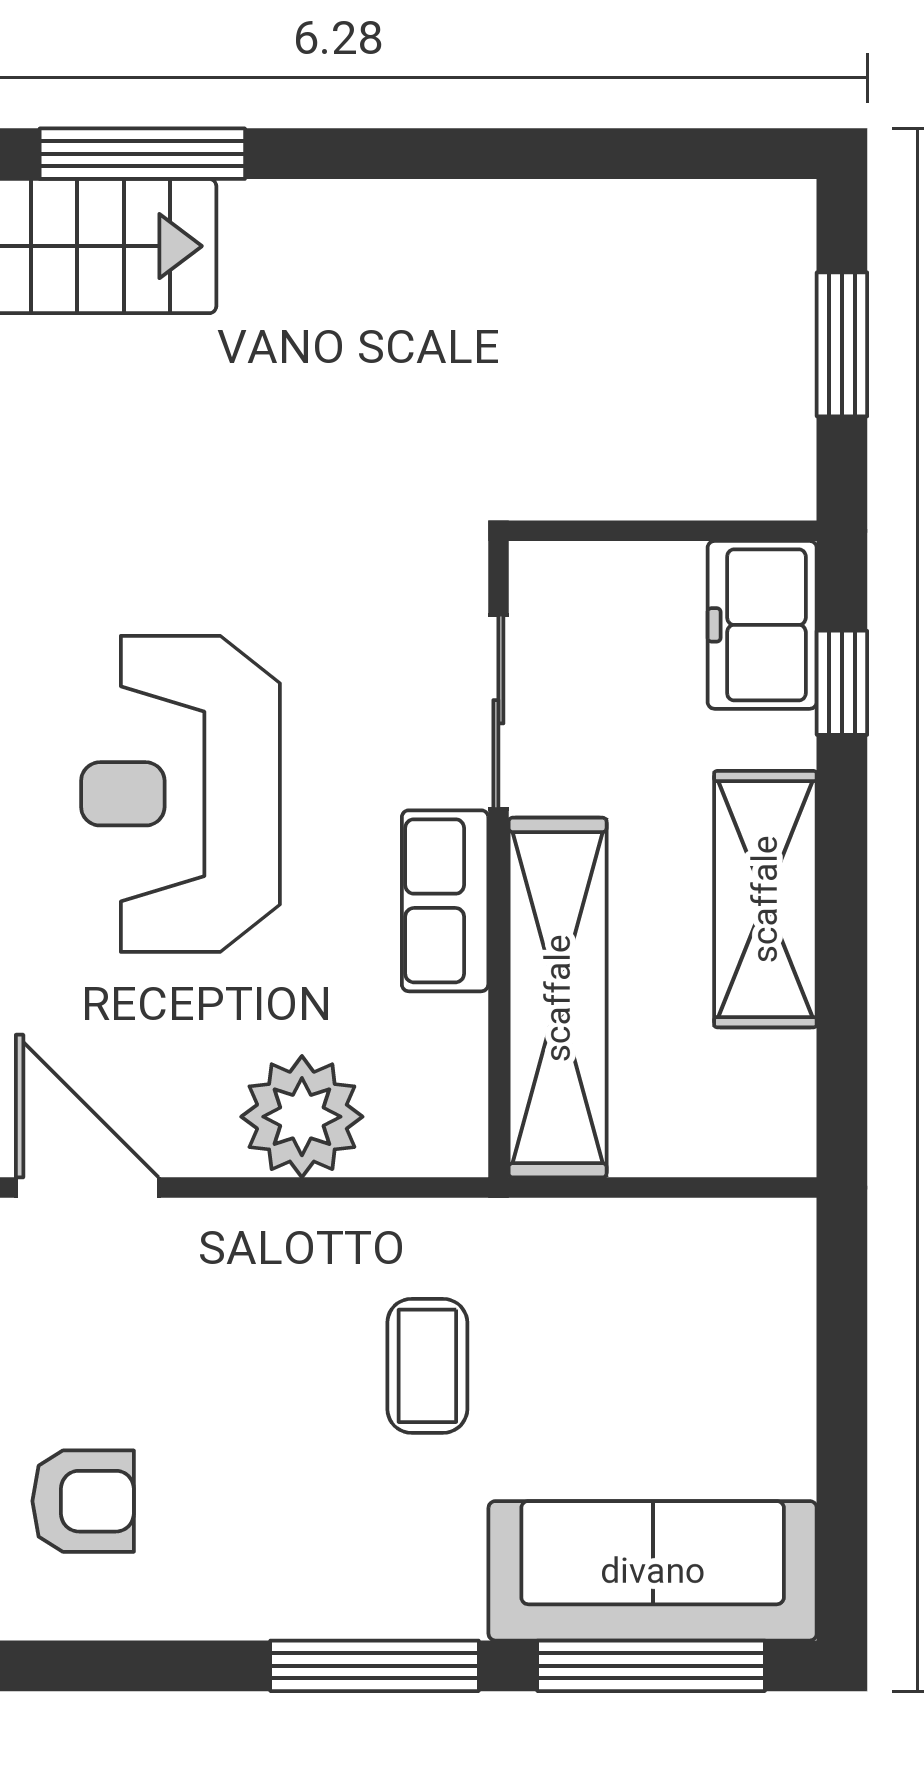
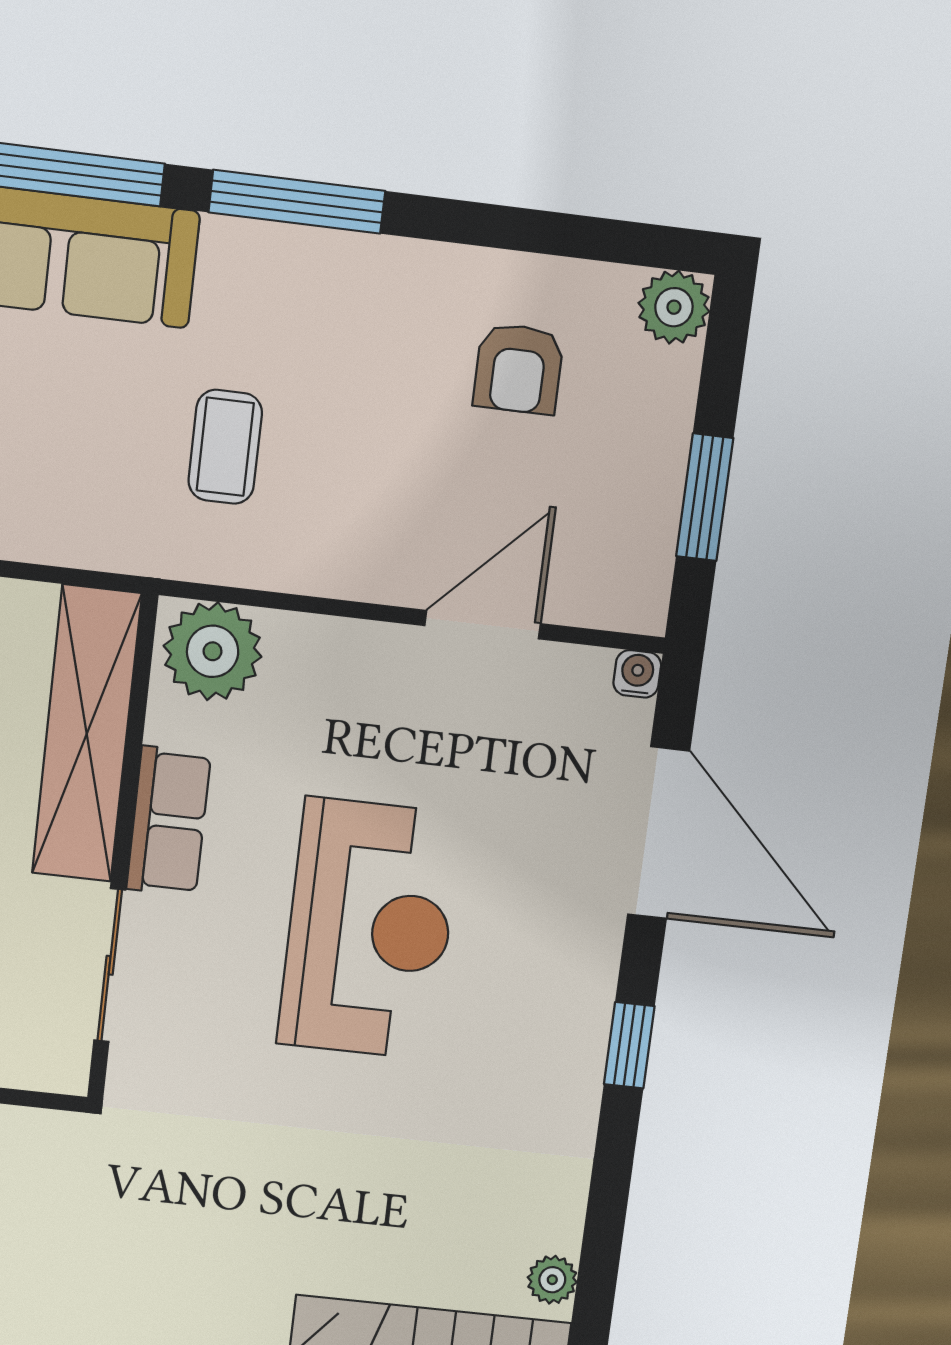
plant: (302, 1117) -> (213, 651), moved
door: (87, 1188) -> (483, 625), swing flipped
armchair: (83, 1501) -> (518, 369), turned -90

